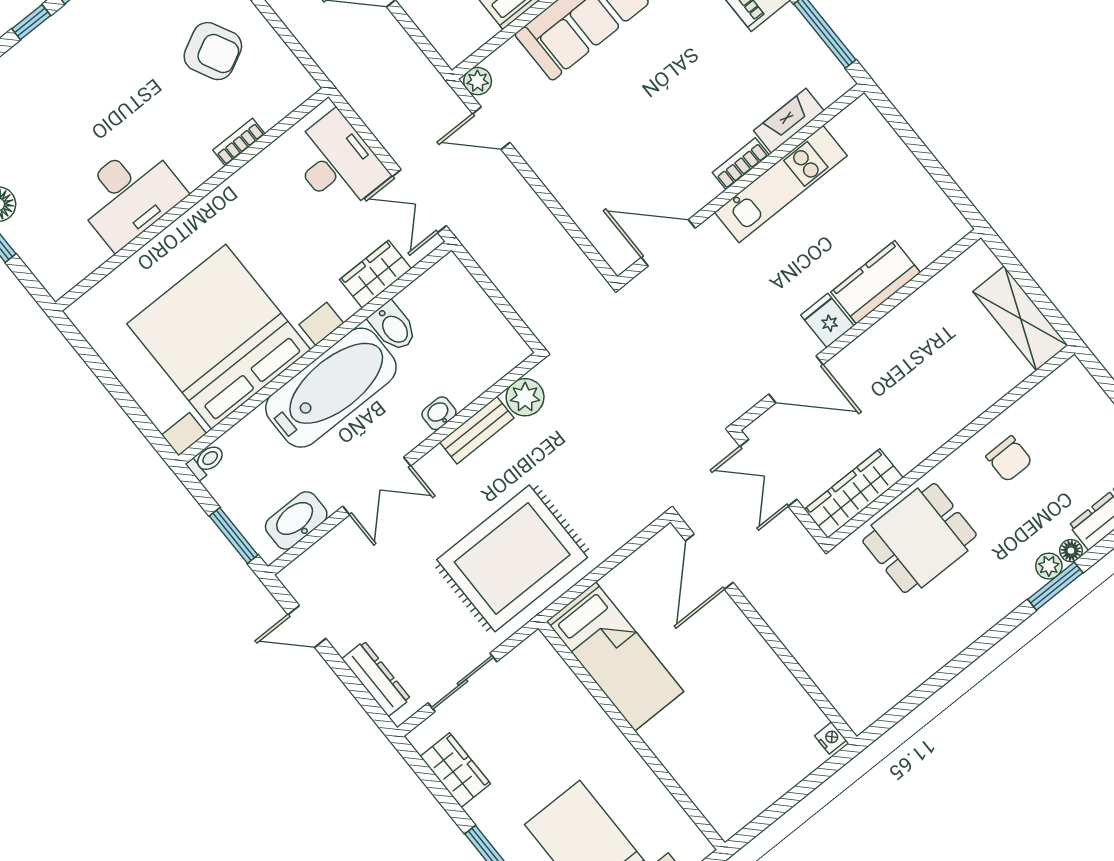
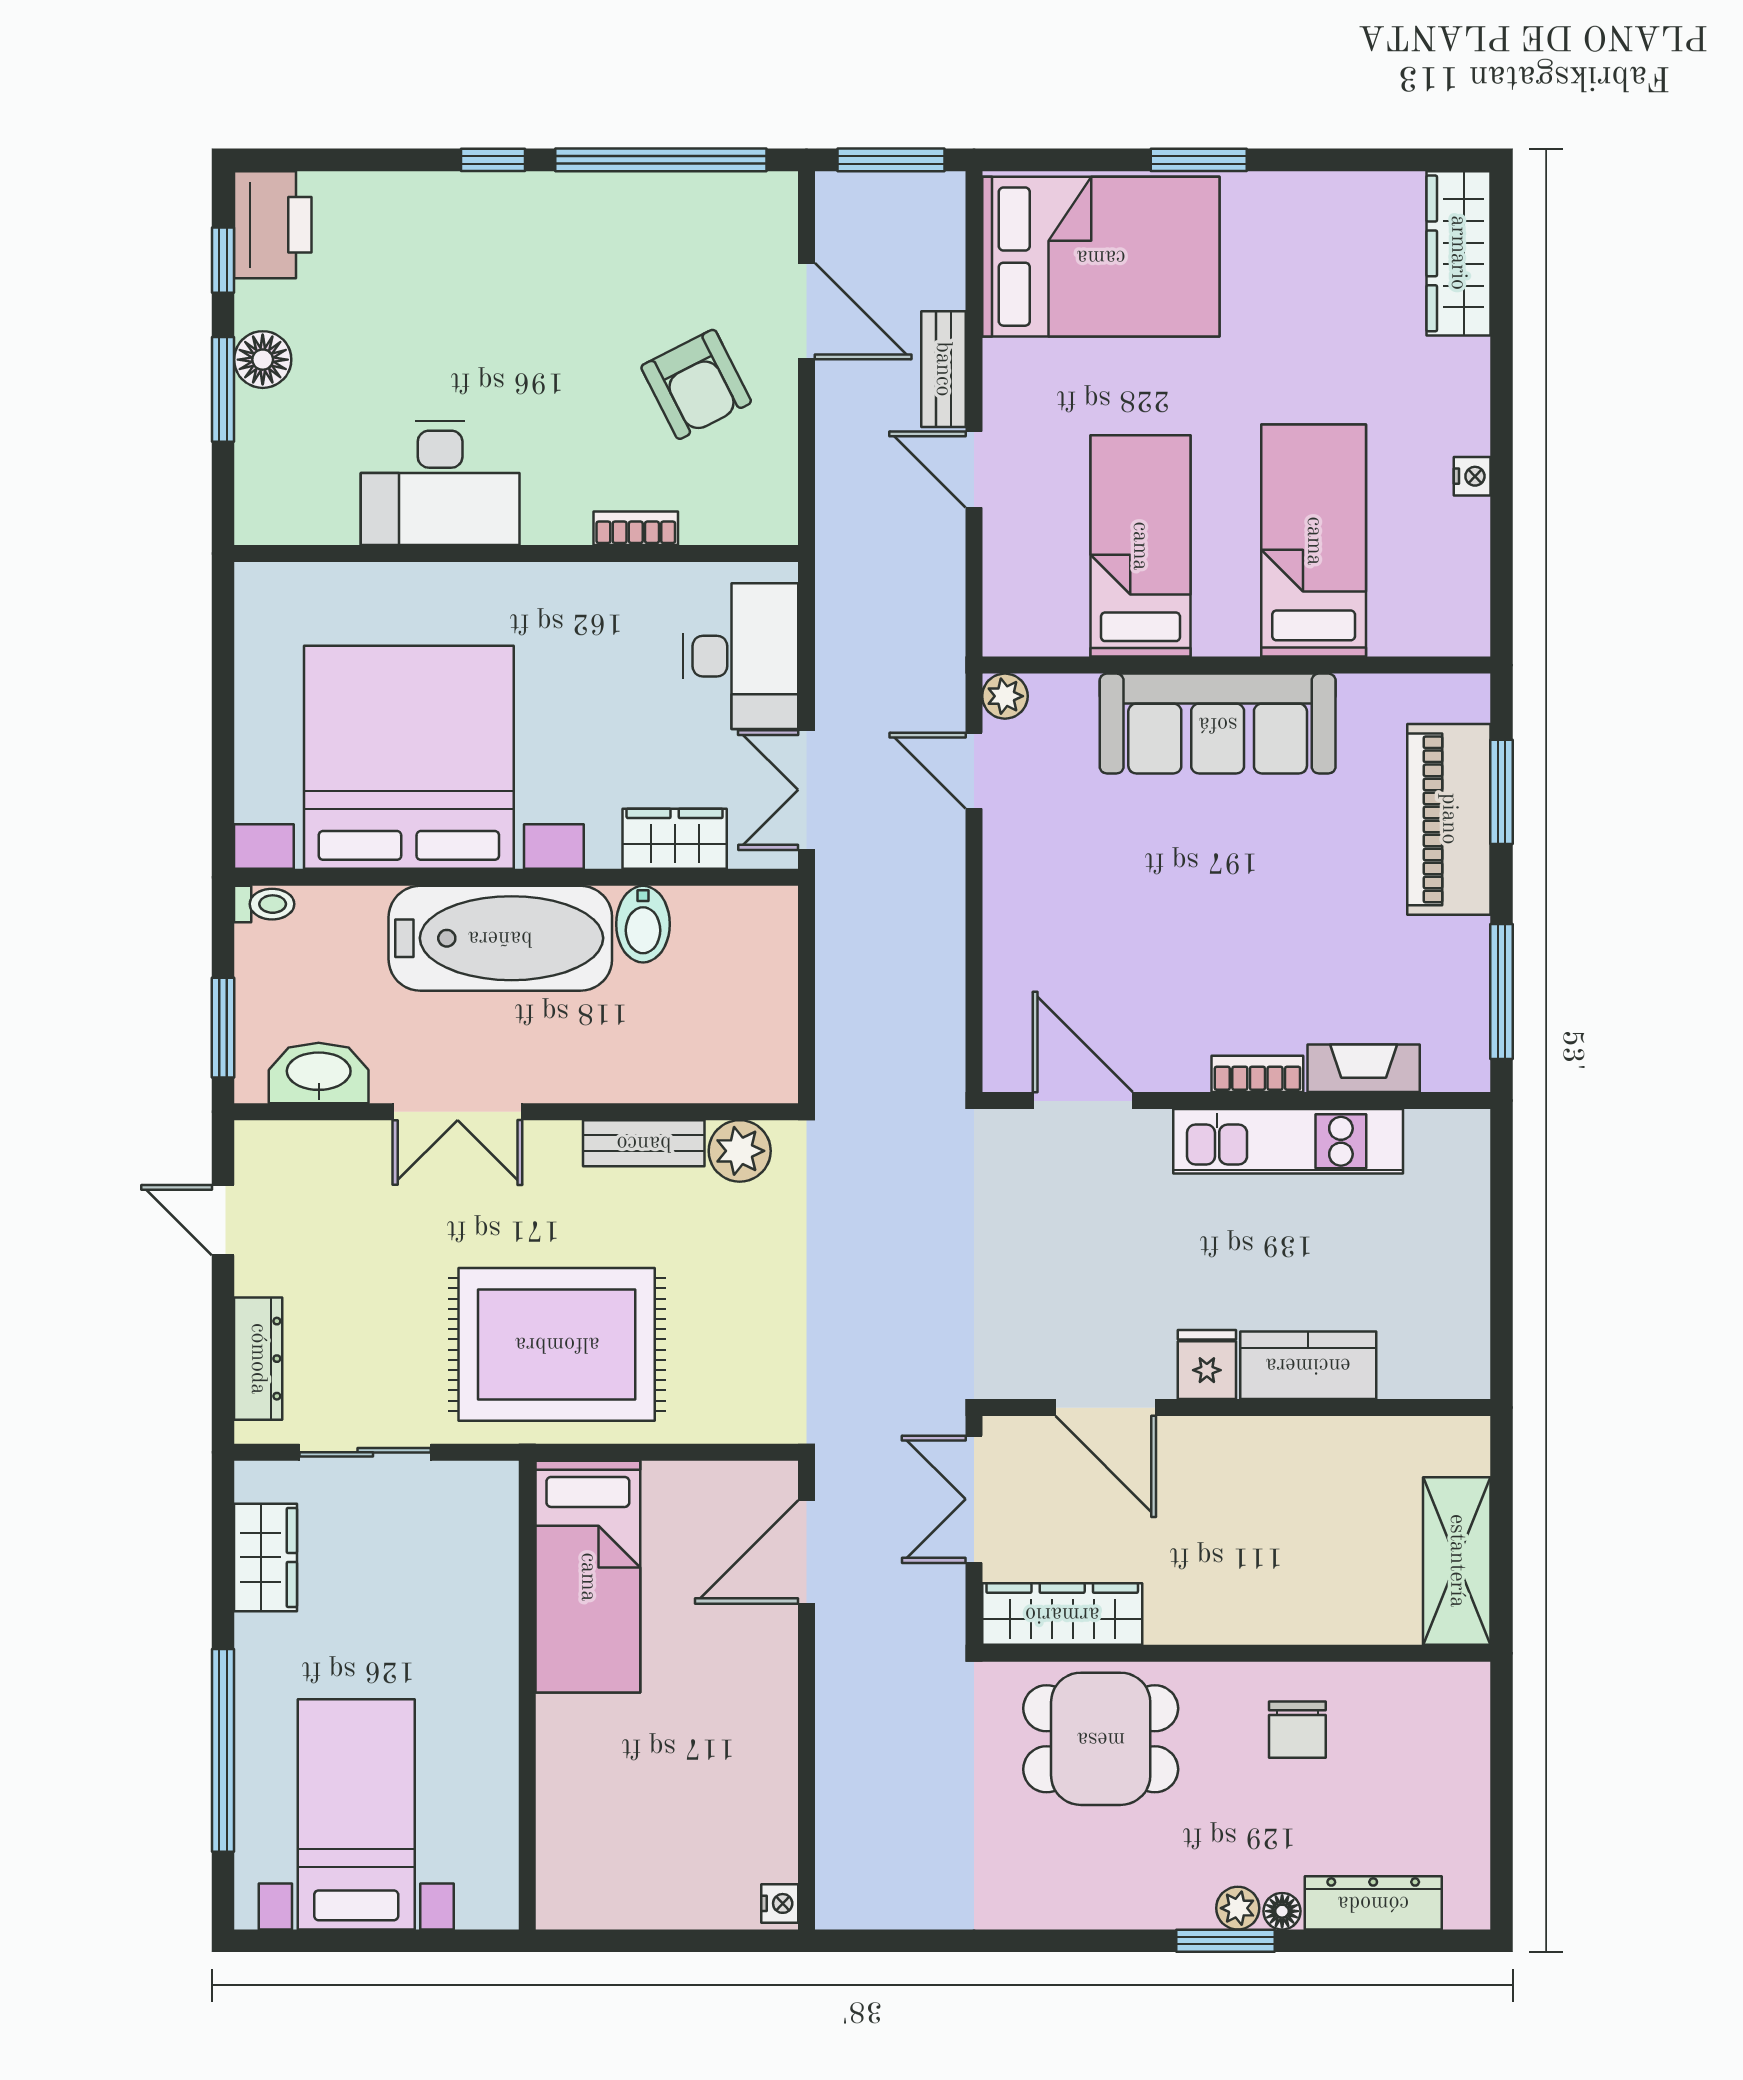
washbasin: (439, 413) -> (613, 1083), removed

